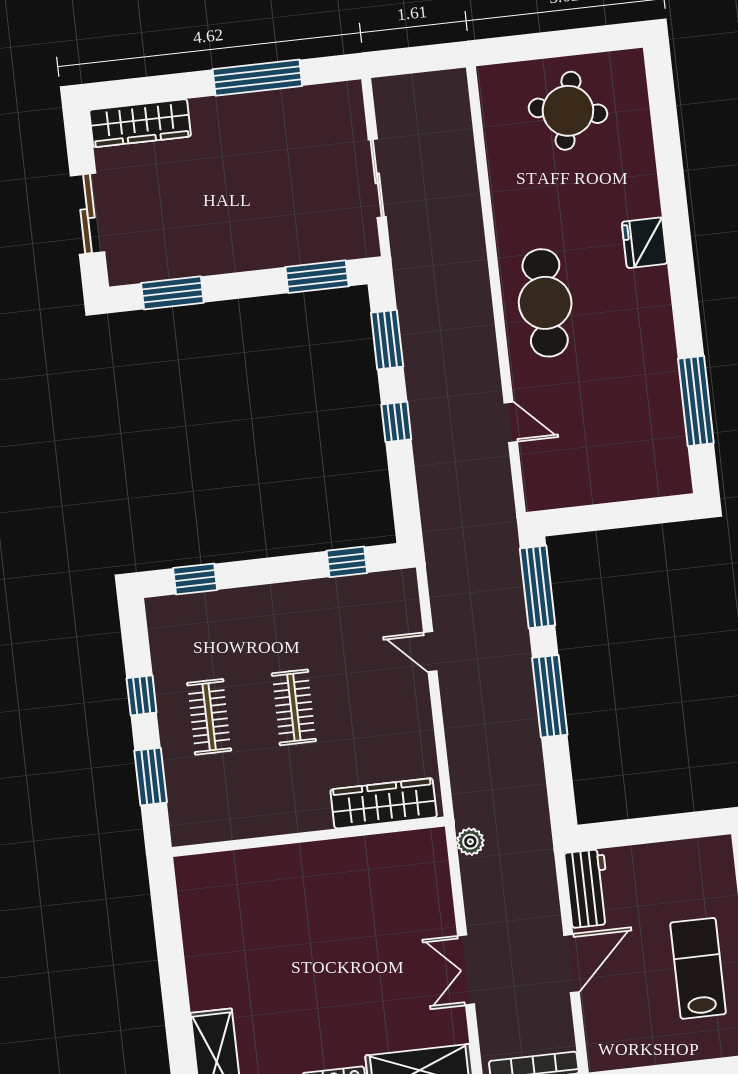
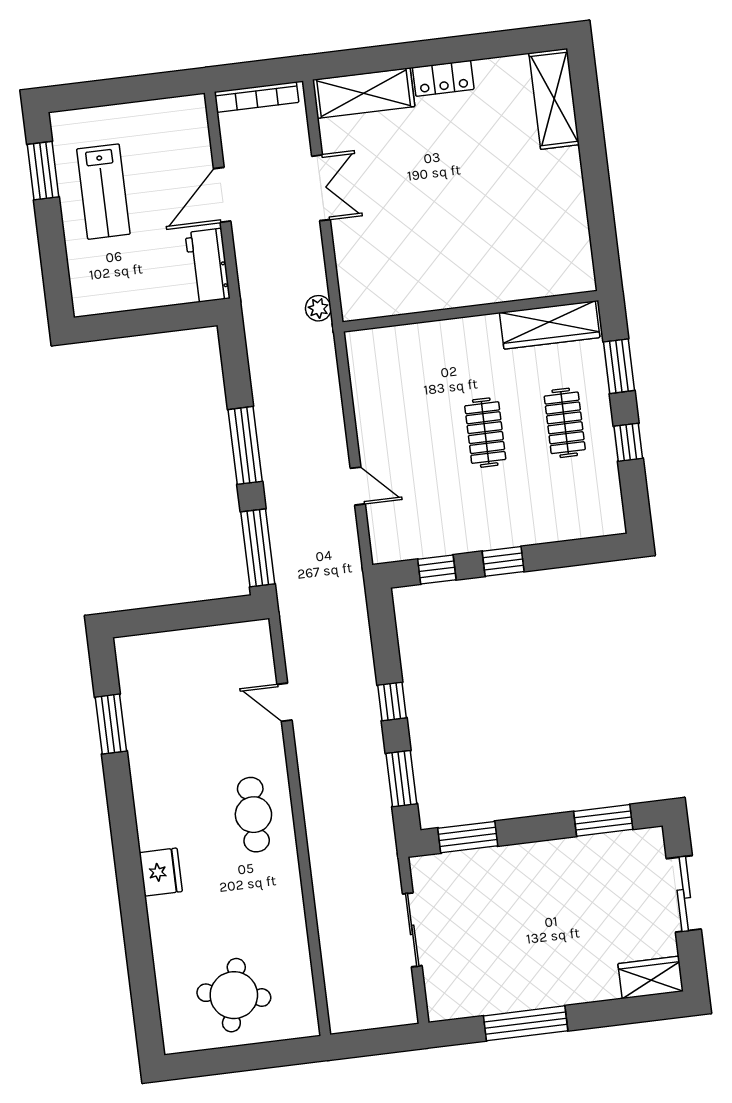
wardrobe: (140, 123) -> (651, 977), width x0.67
cafe table: (545, 303) -> (253, 815), width x0.73, depth x0.74
window: (696, 401) -> (111, 724), width x0.69
window: (195, 579) -> (503, 561), moved
wardrobe: (384, 803) -> (550, 325), moved

